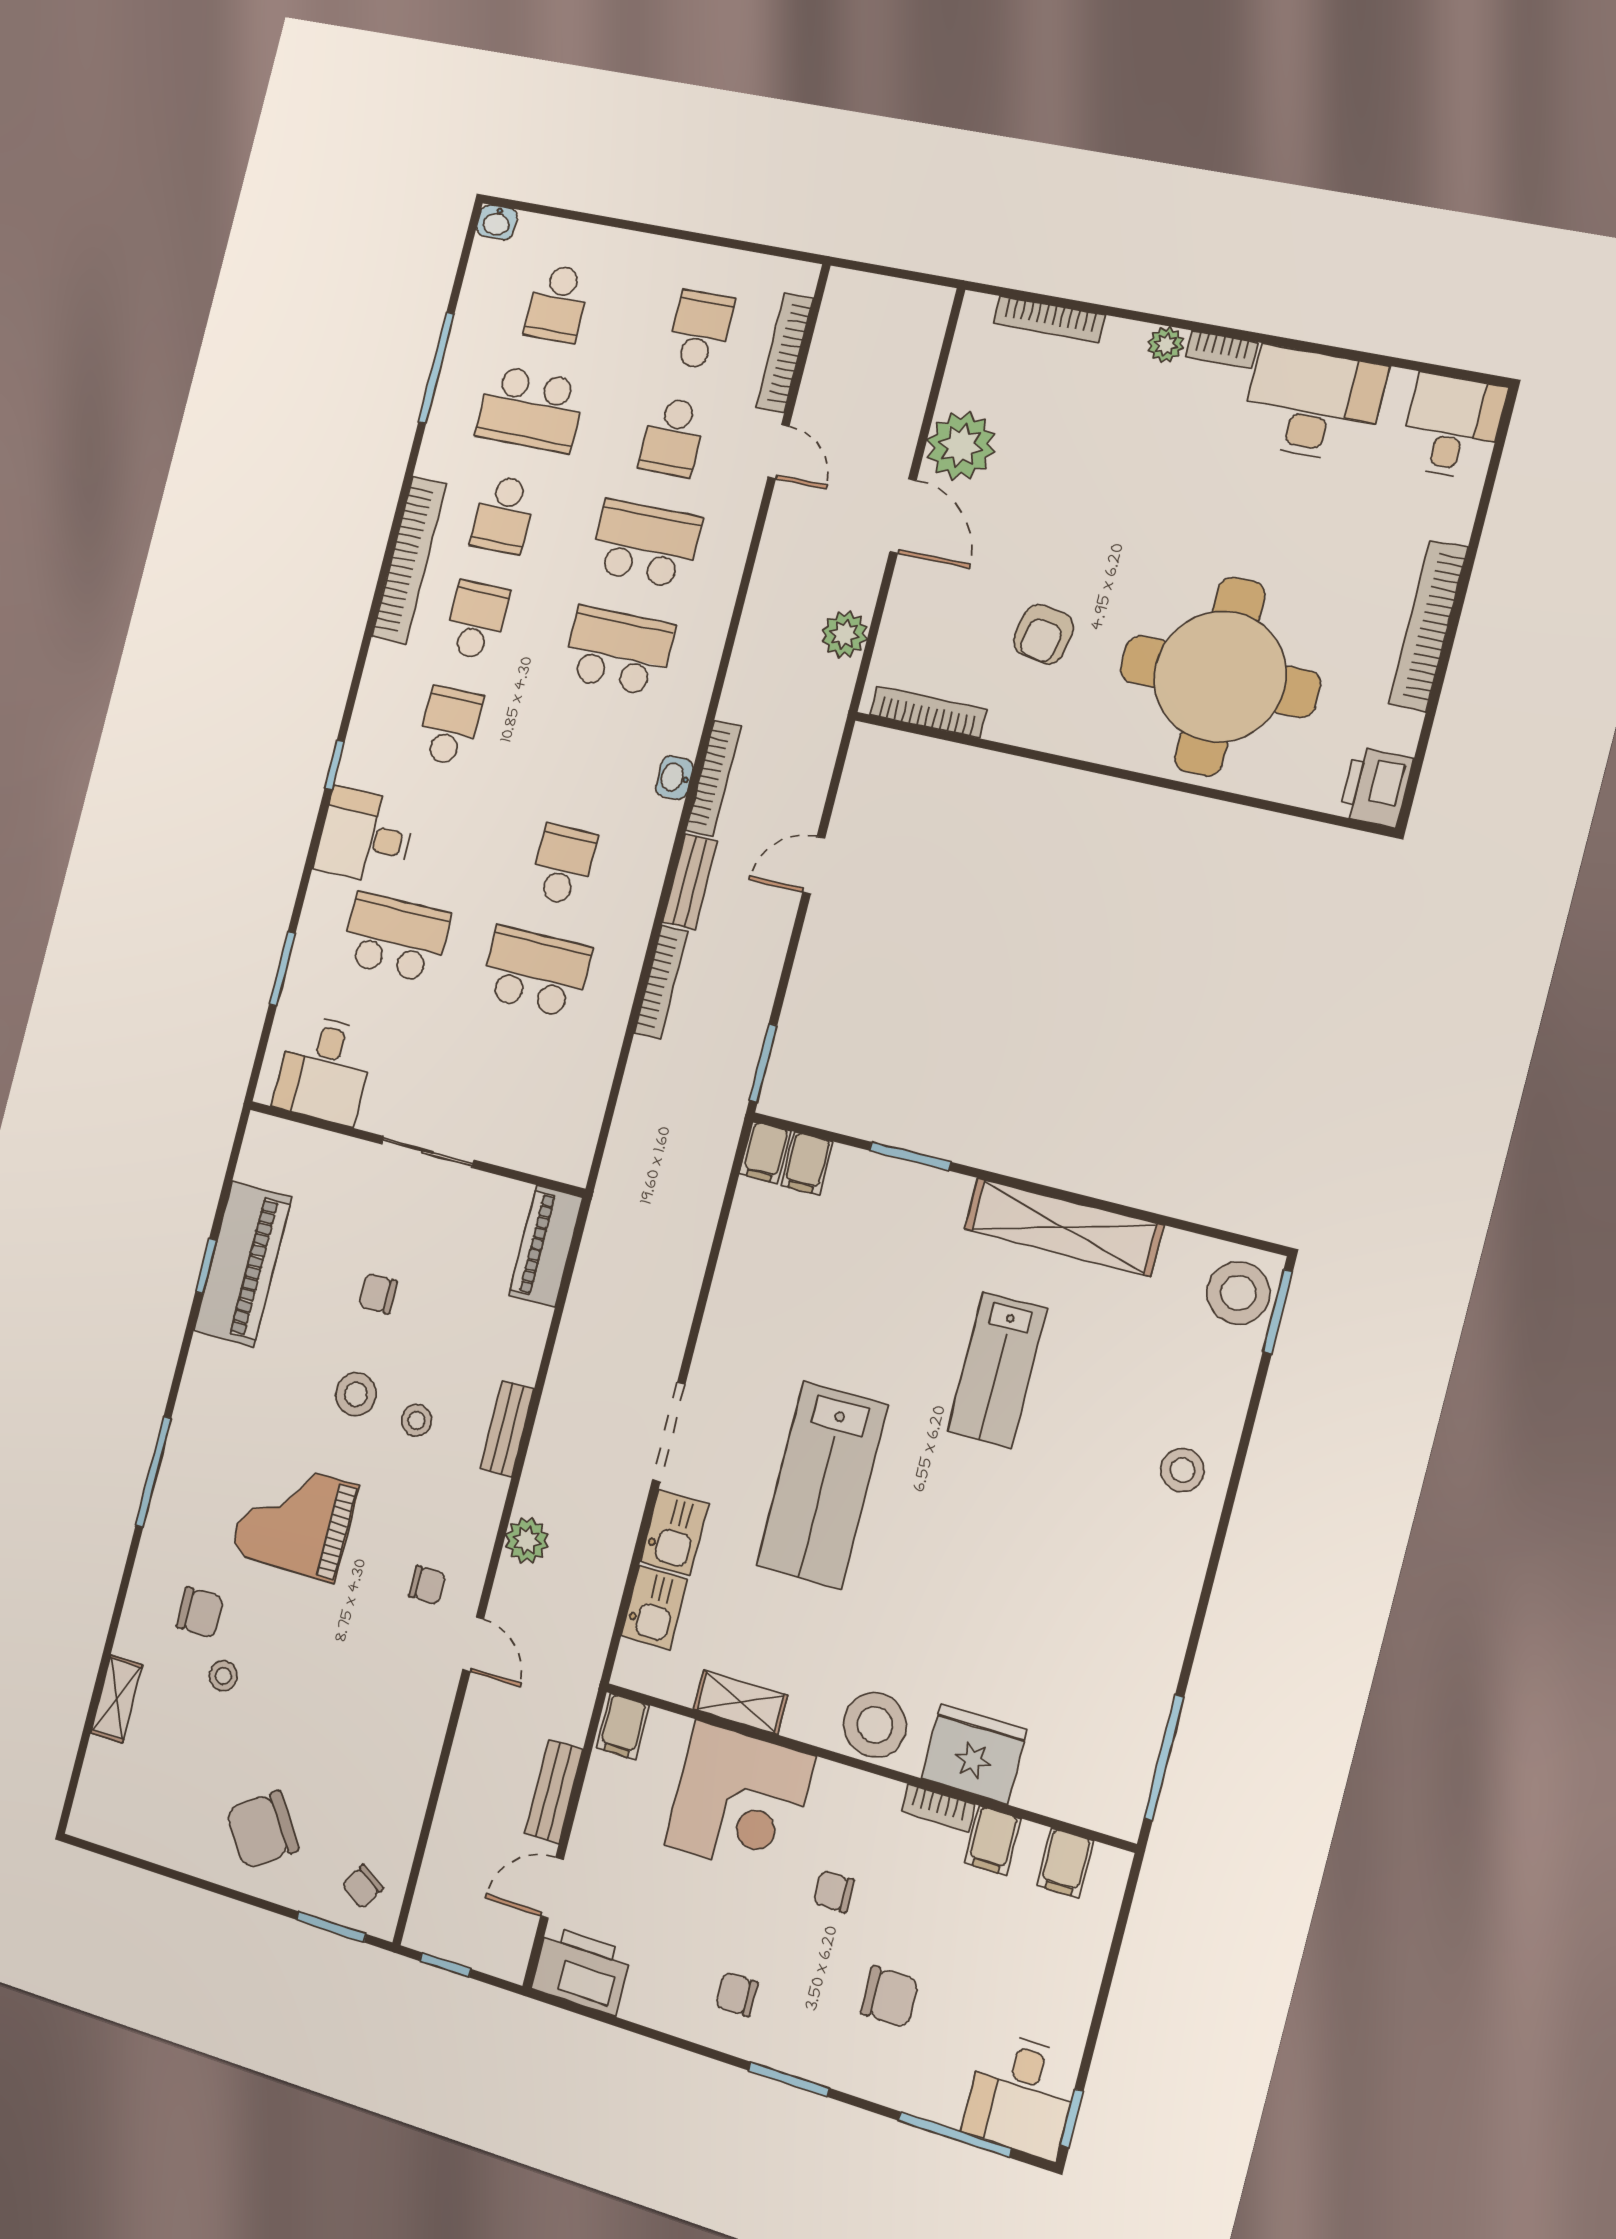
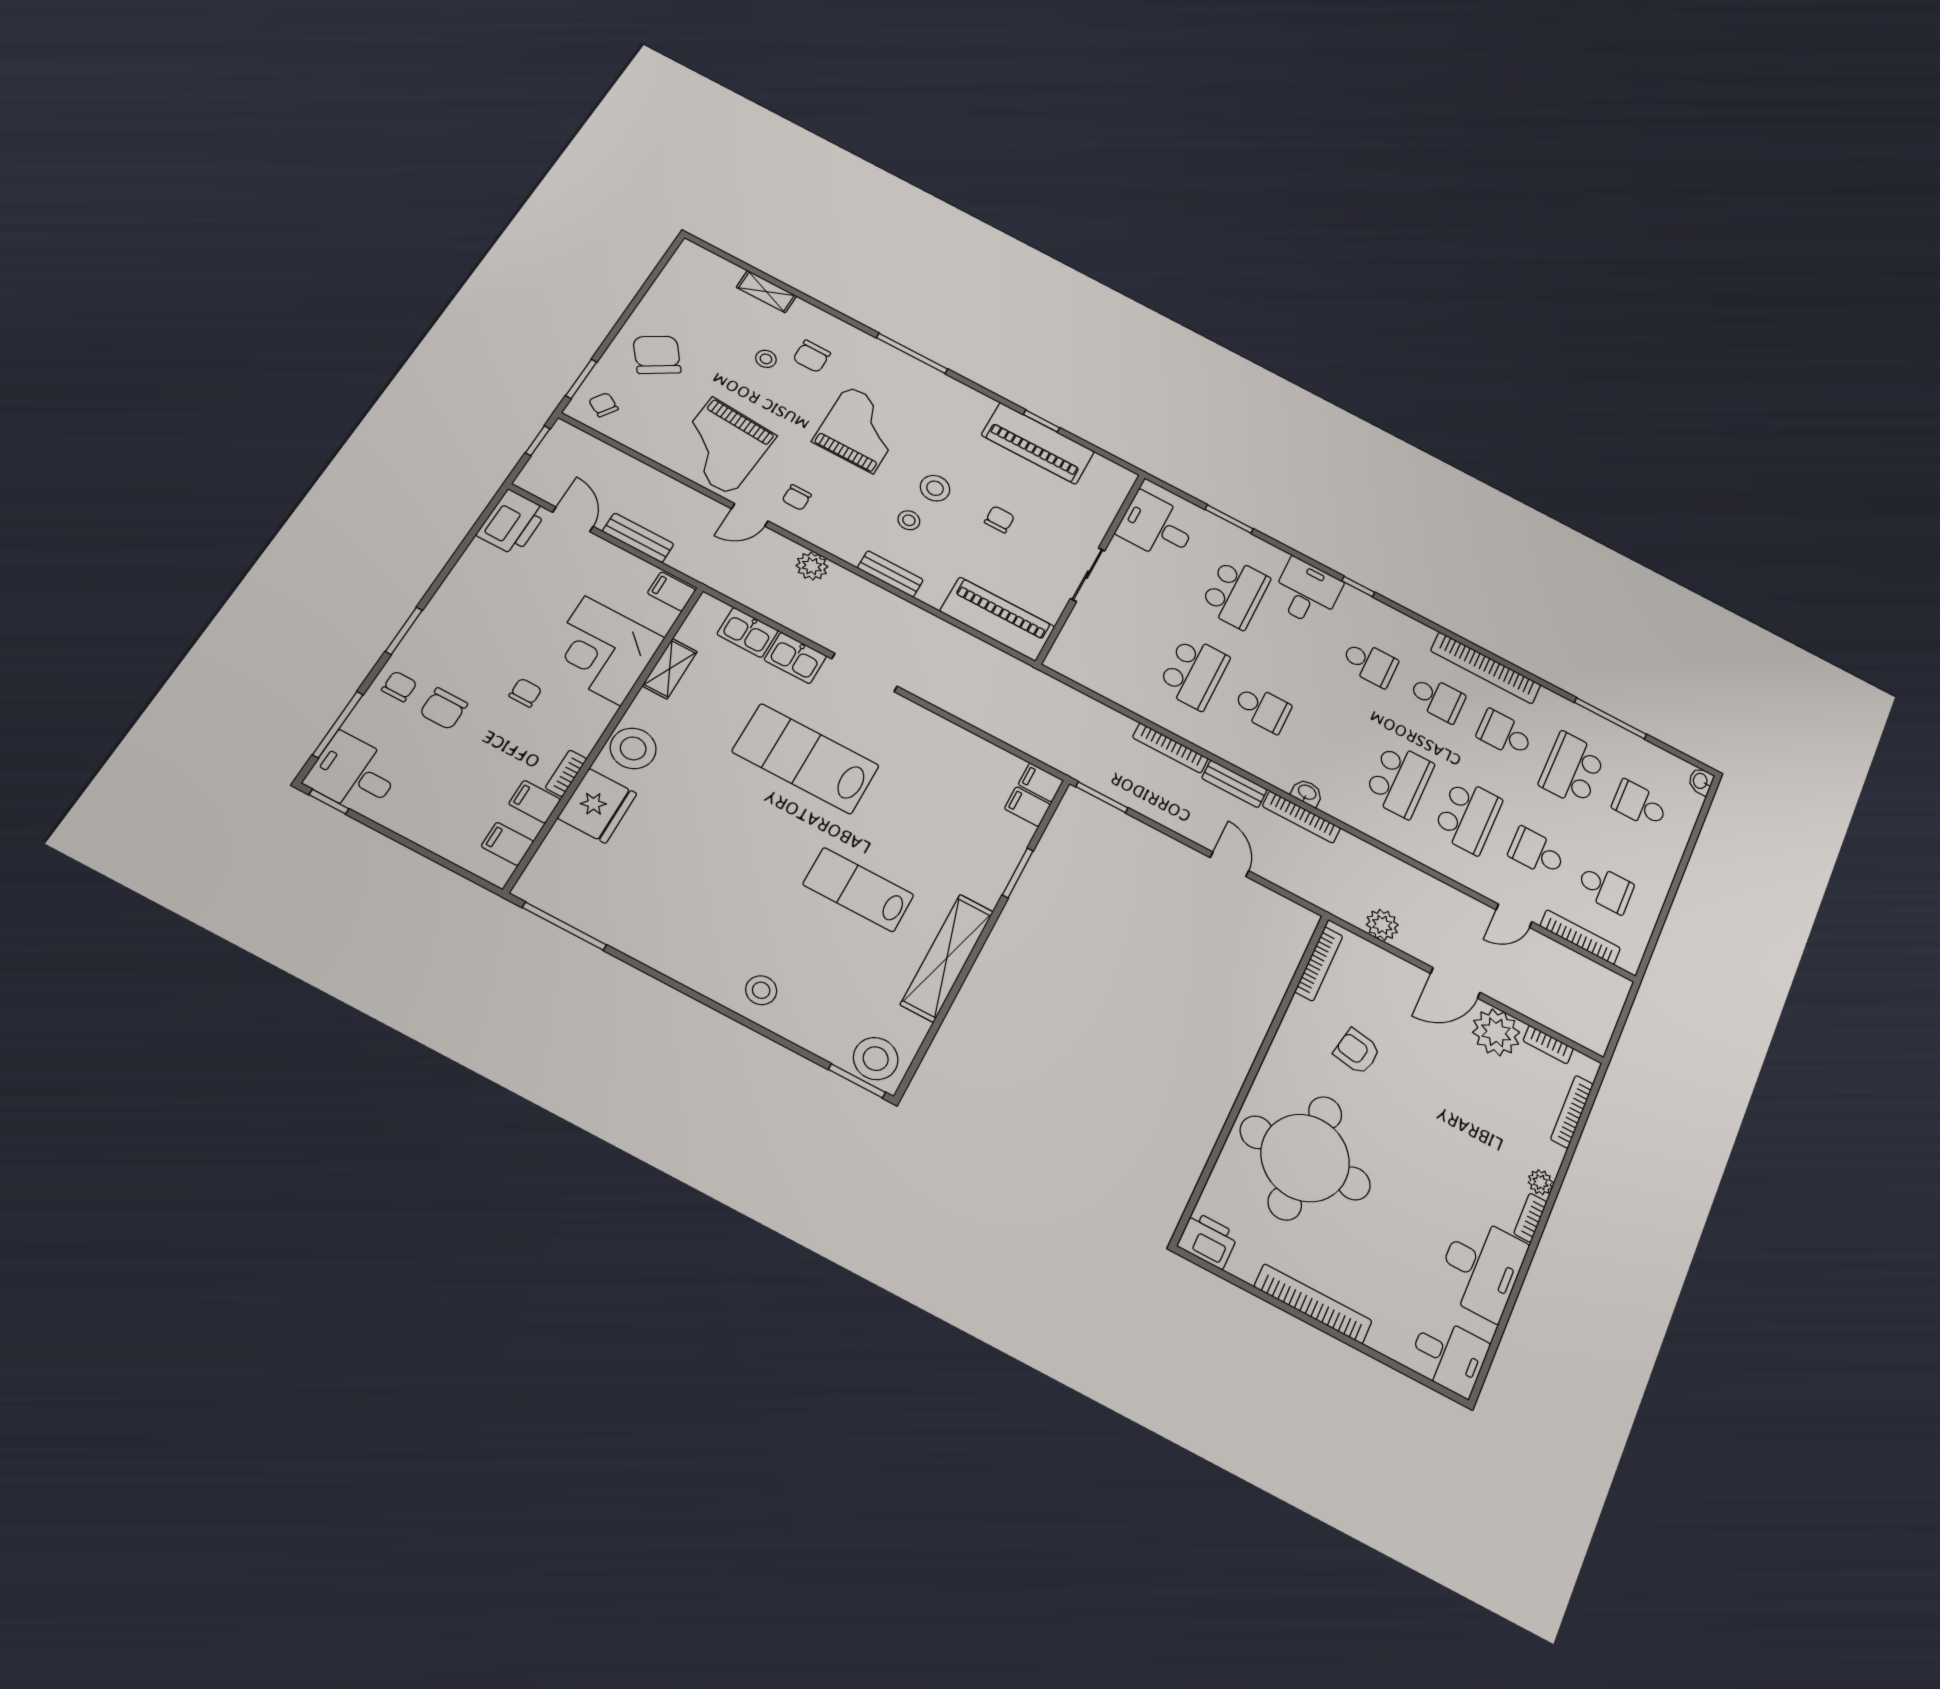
bookcase: (959, 370) -> (1548, 1045), added
piano: (546, 1246) -> (997, 619), width x1.37, depth x1.33
grand piano: (378, 1708) -> (721, 446), added
chair: (737, 1994) -> (399, 686), moved

